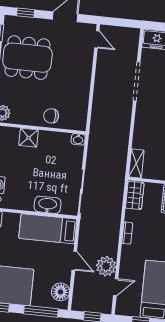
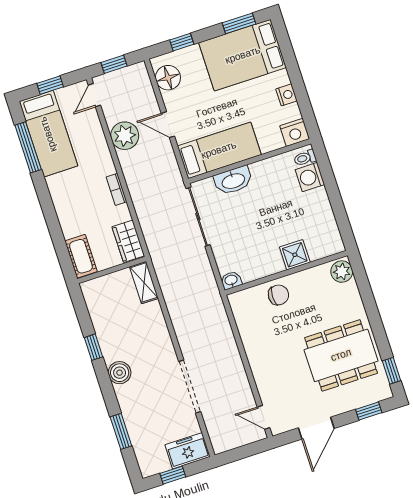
door: (116, 287) -> (94, 95), moved
window: (41, 311) -> (182, 42), width x0.46

